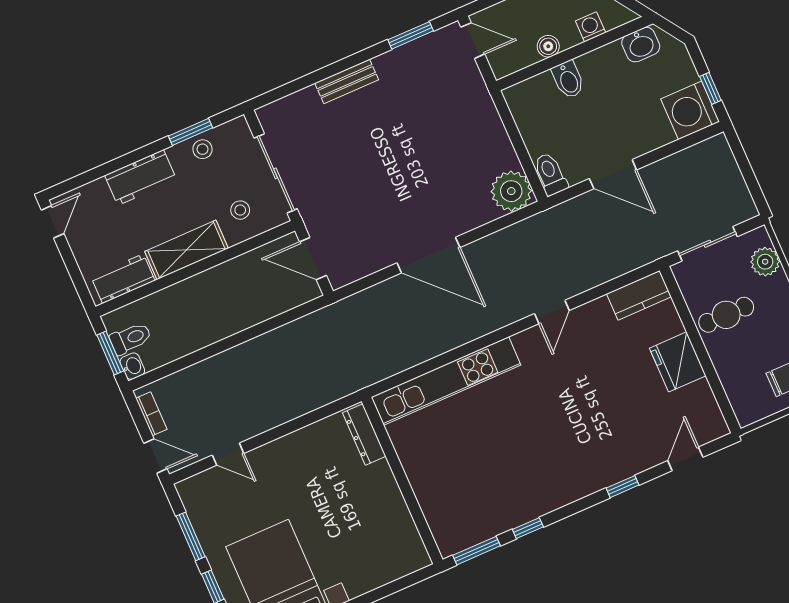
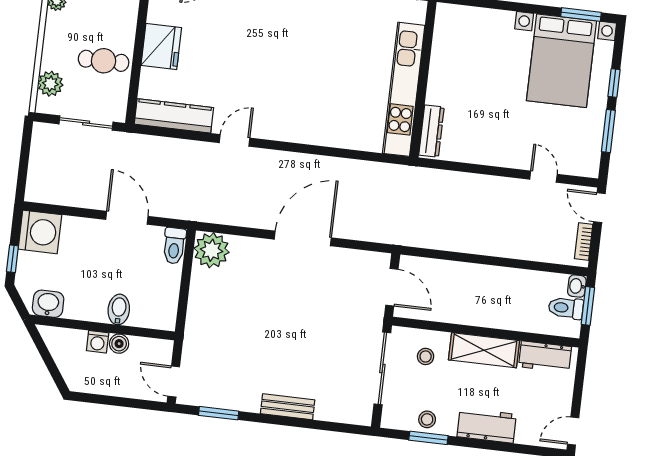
washing machine: (591, 27) -> (98, 342), moved
window: (710, 88) -> (12, 259), moved
door: (428, 255) -> (303, 238), hinge flipped
kitchen counter: (639, 295) -> (174, 116), width x1.50
kitchen unit: (446, 381) -> (404, 89), moved, turned -90

